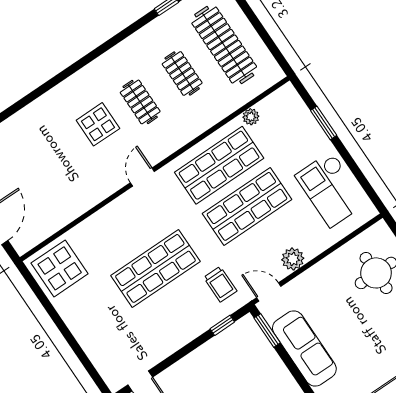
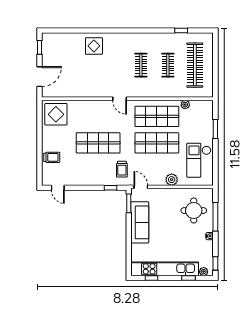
display table: (98, 124) -> (94, 46), moved
door: (142, 177) -> (120, 99), swing flipped
plant: (293, 259) -> (172, 180), moved
trolley: (99, 340) -> (52, 157), added

